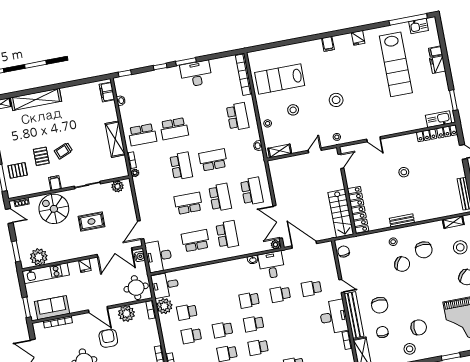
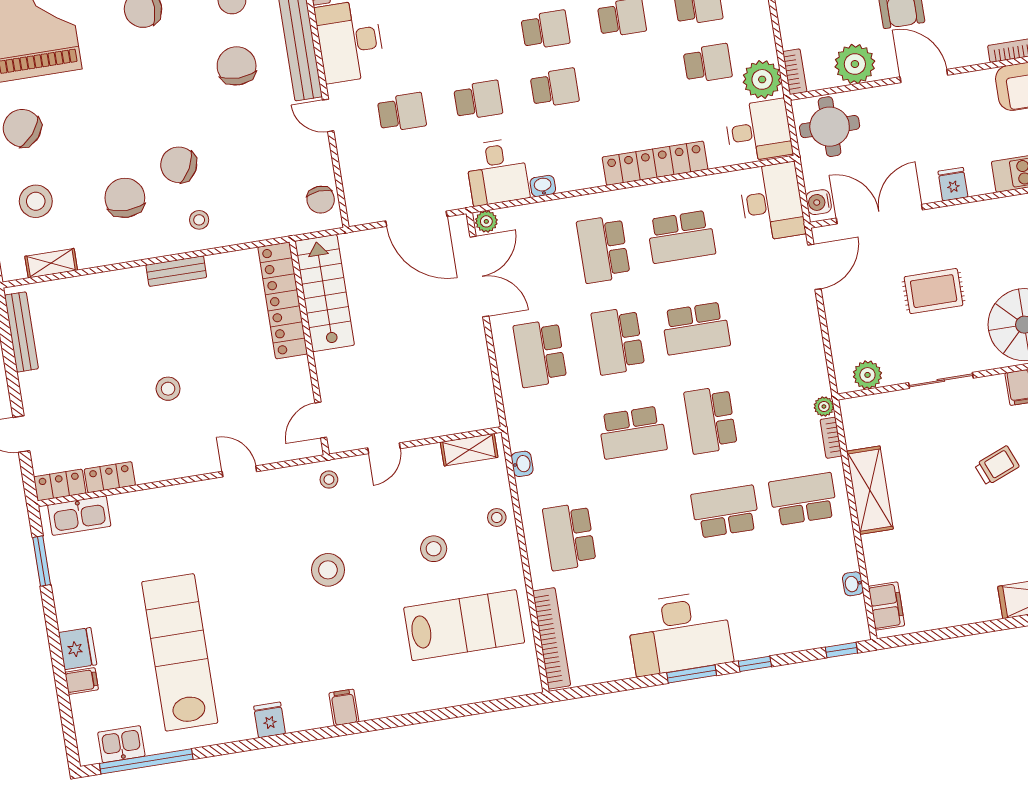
desk: (196, 74) -> (679, 633), width x1.36, depth x1.30
locker: (207, 270) -> (655, 163), added

